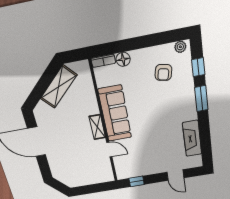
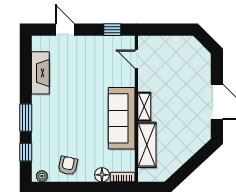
armchair: (163, 72) -> (68, 166), moved
shelving: (59, 87) -> (147, 145), moved, turned -47
door: (109, 150) -> (136, 59), moved

